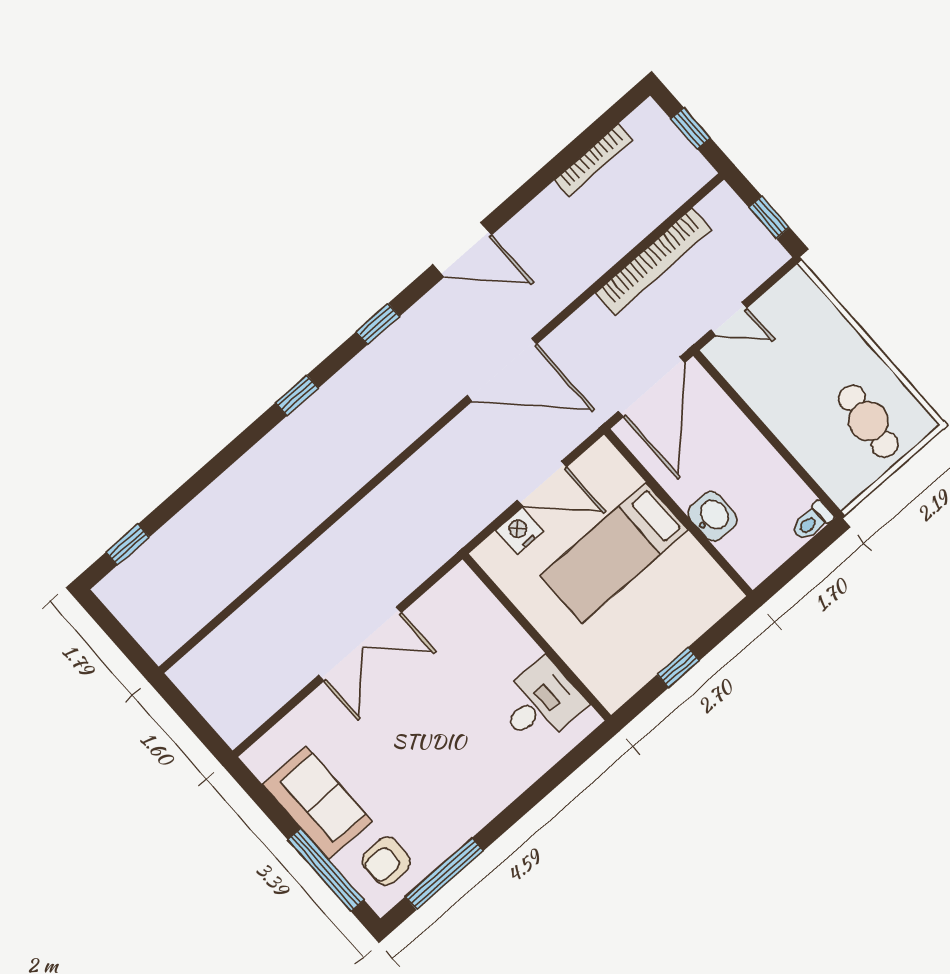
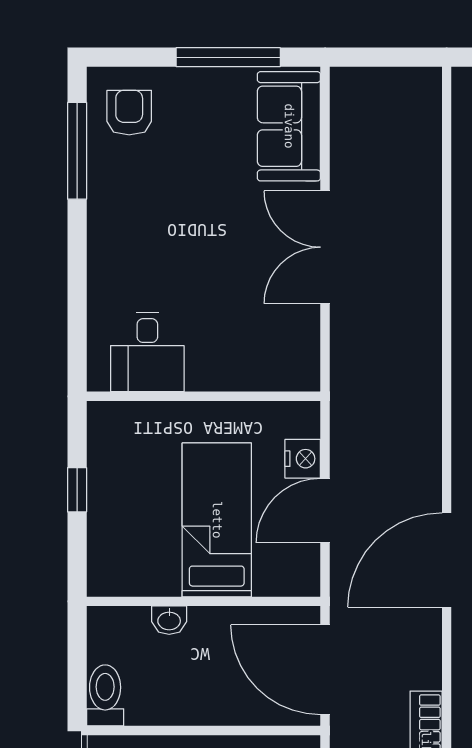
washbasin: (713, 516) -> (169, 620), width x0.72, depth x0.69
toilet: (812, 521) -> (105, 695), width x1.37, depth x1.39
sofa: (317, 803) -> (289, 126), moved, turned 90
window: (326, 870) -> (228, 57), moved

